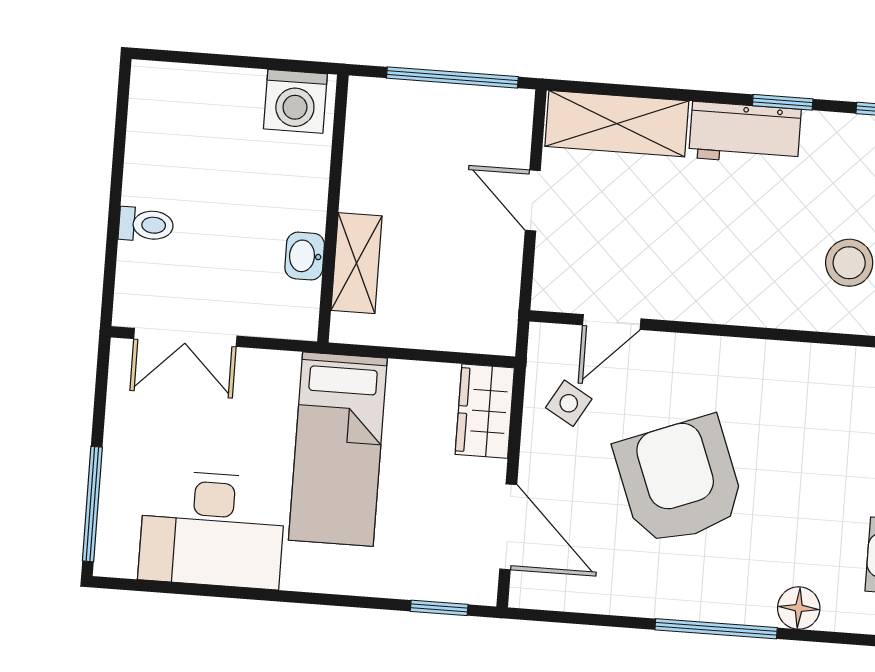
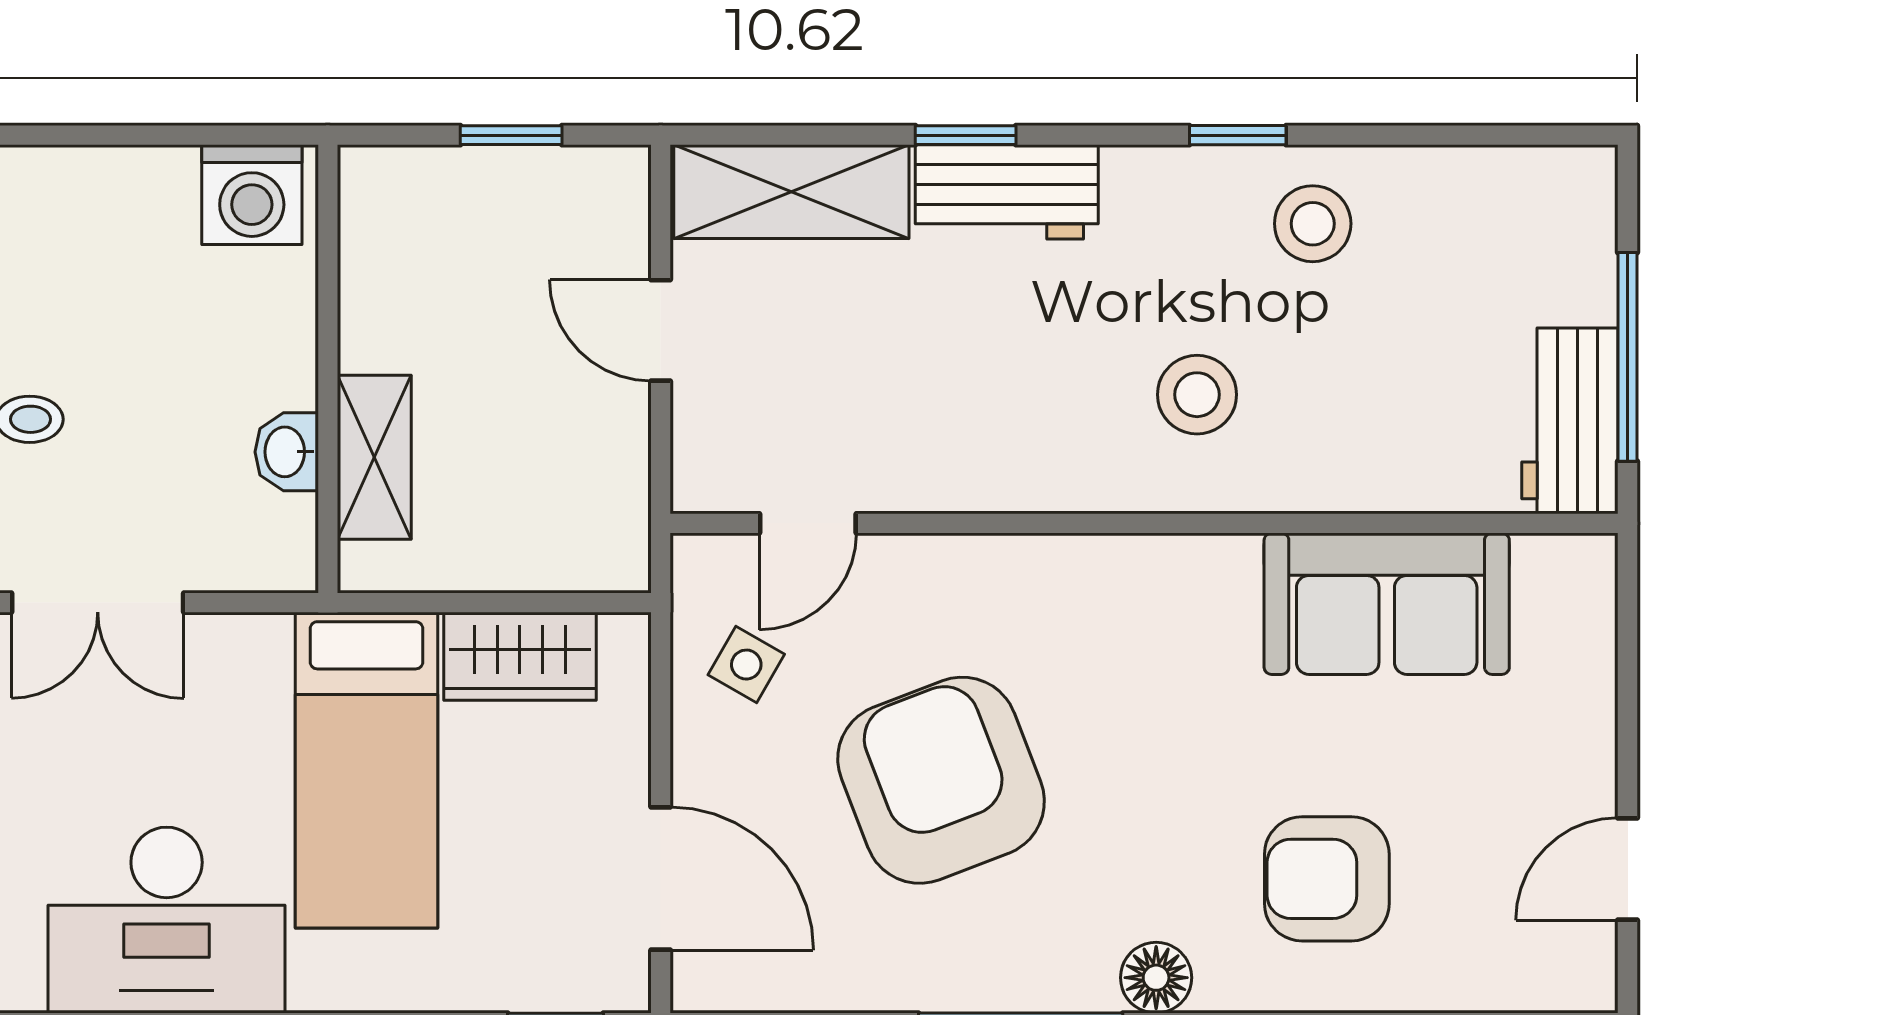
window: (452, 77) -> (511, 135), width x0.46
window: (783, 102) -> (966, 135), moved
wardrobe: (485, 411) -> (520, 656), moved, turned -90

